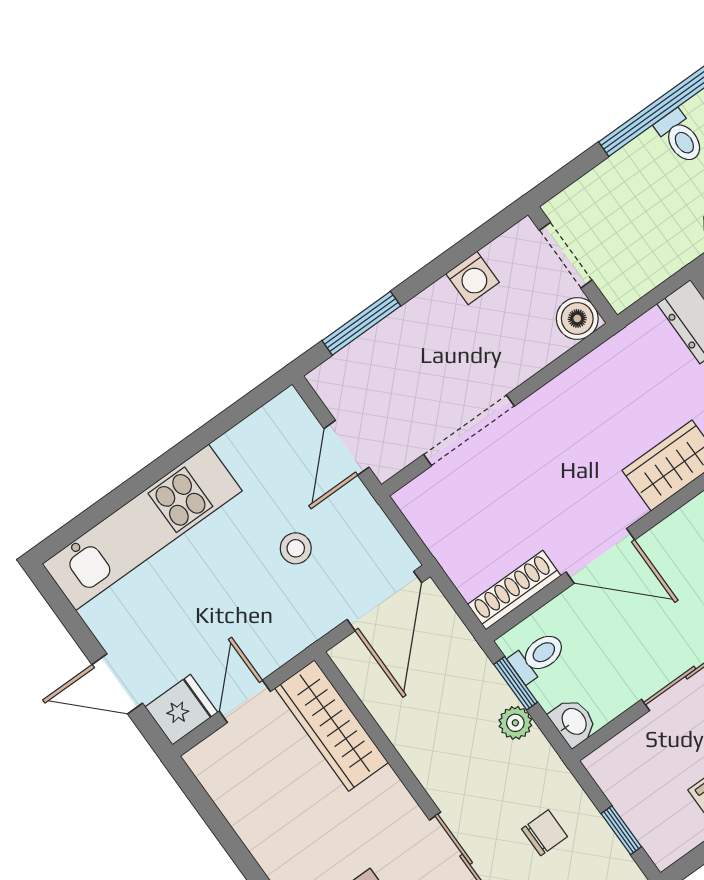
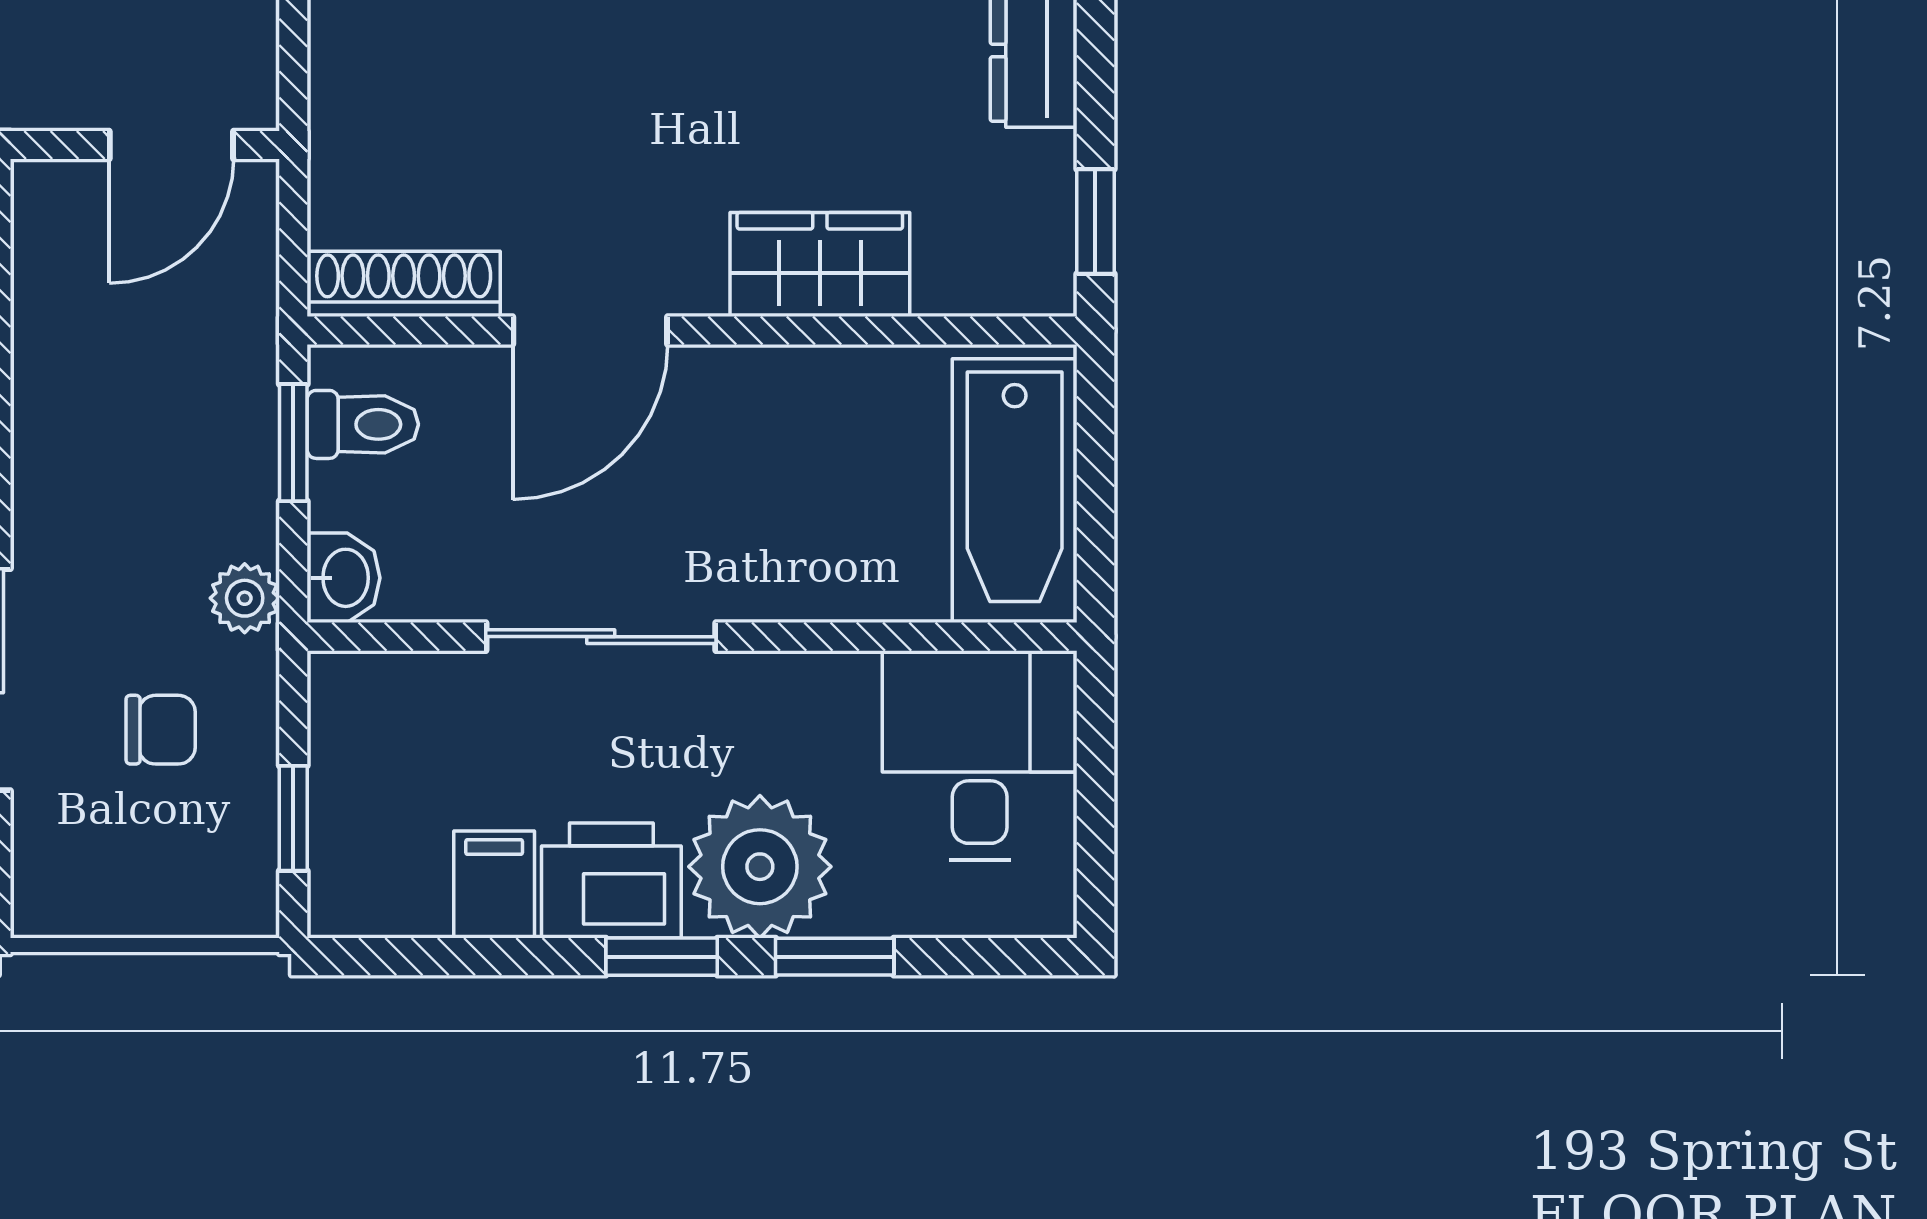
door: (600, 556) -> (590, 331), hinge flipped
door: (384, 601) -> (171, 145), width x0.73
plant: (515, 723) -> (245, 598), moved

